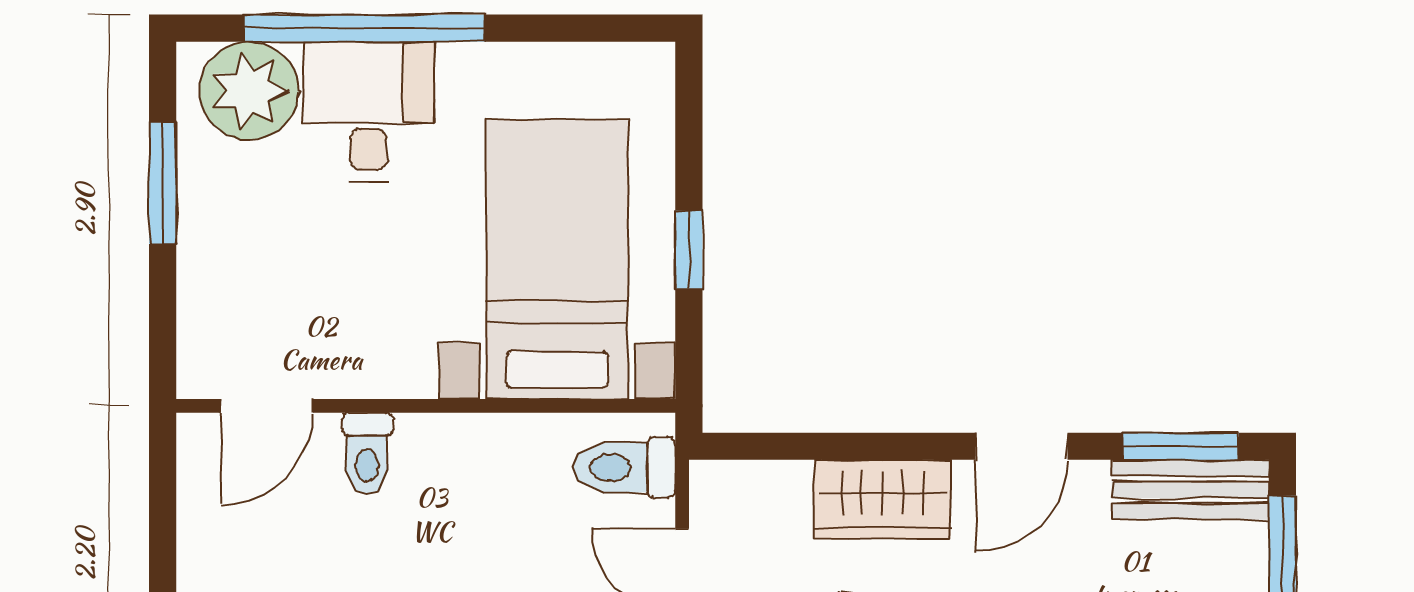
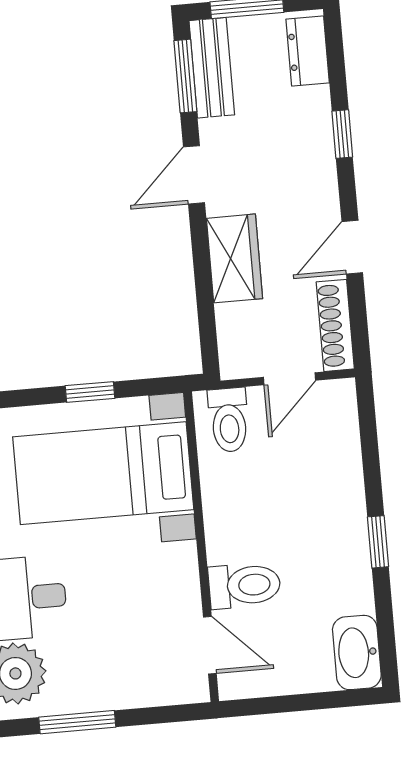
door: (1022, 446) -> (194, 175), swing flipped
toilet: (367, 454) -> (244, 585), width x1.37, depth x1.39

